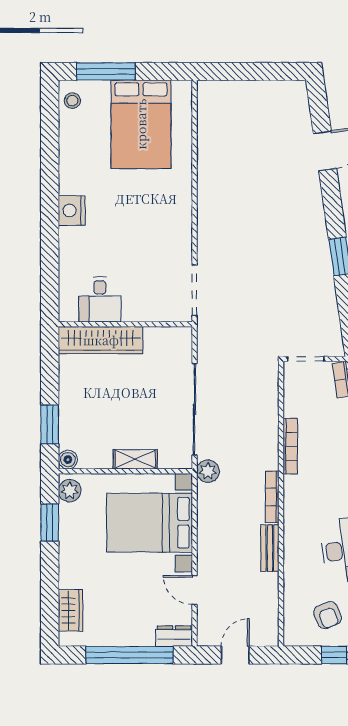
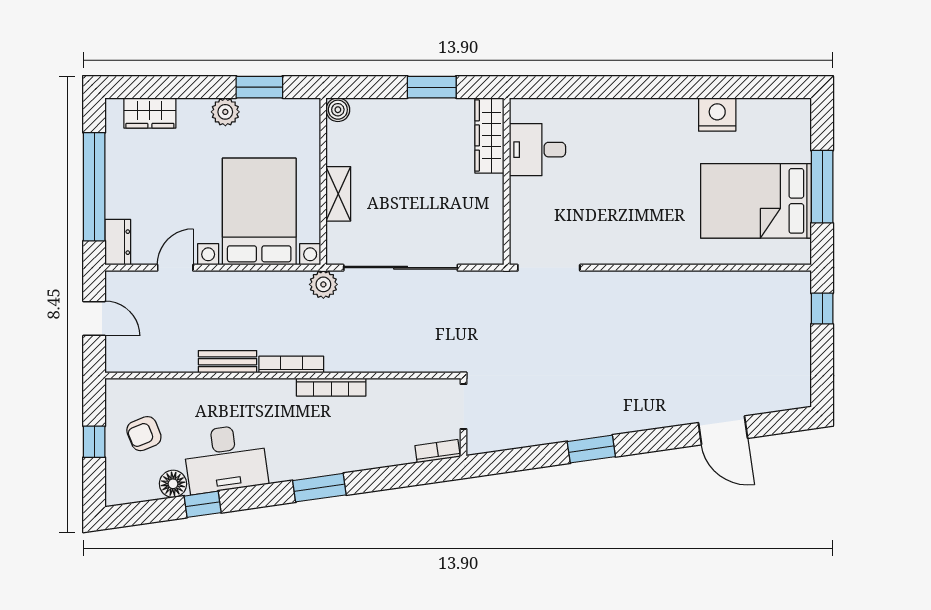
window: (106, 71) -> (822, 187), moved
window: (227, 71) -> (822, 309), added
stool: (72, 101) -> (786, 115), removed
nightstand: (72, 211) -> (717, 115), moved
wardrobe: (101, 340) -> (489, 135), width x0.71, depth x0.85
window: (50, 424) -> (432, 87), moved
bookcase: (290, 446) -> (331, 387), moved
plant: (70, 491) -> (225, 112), moved

